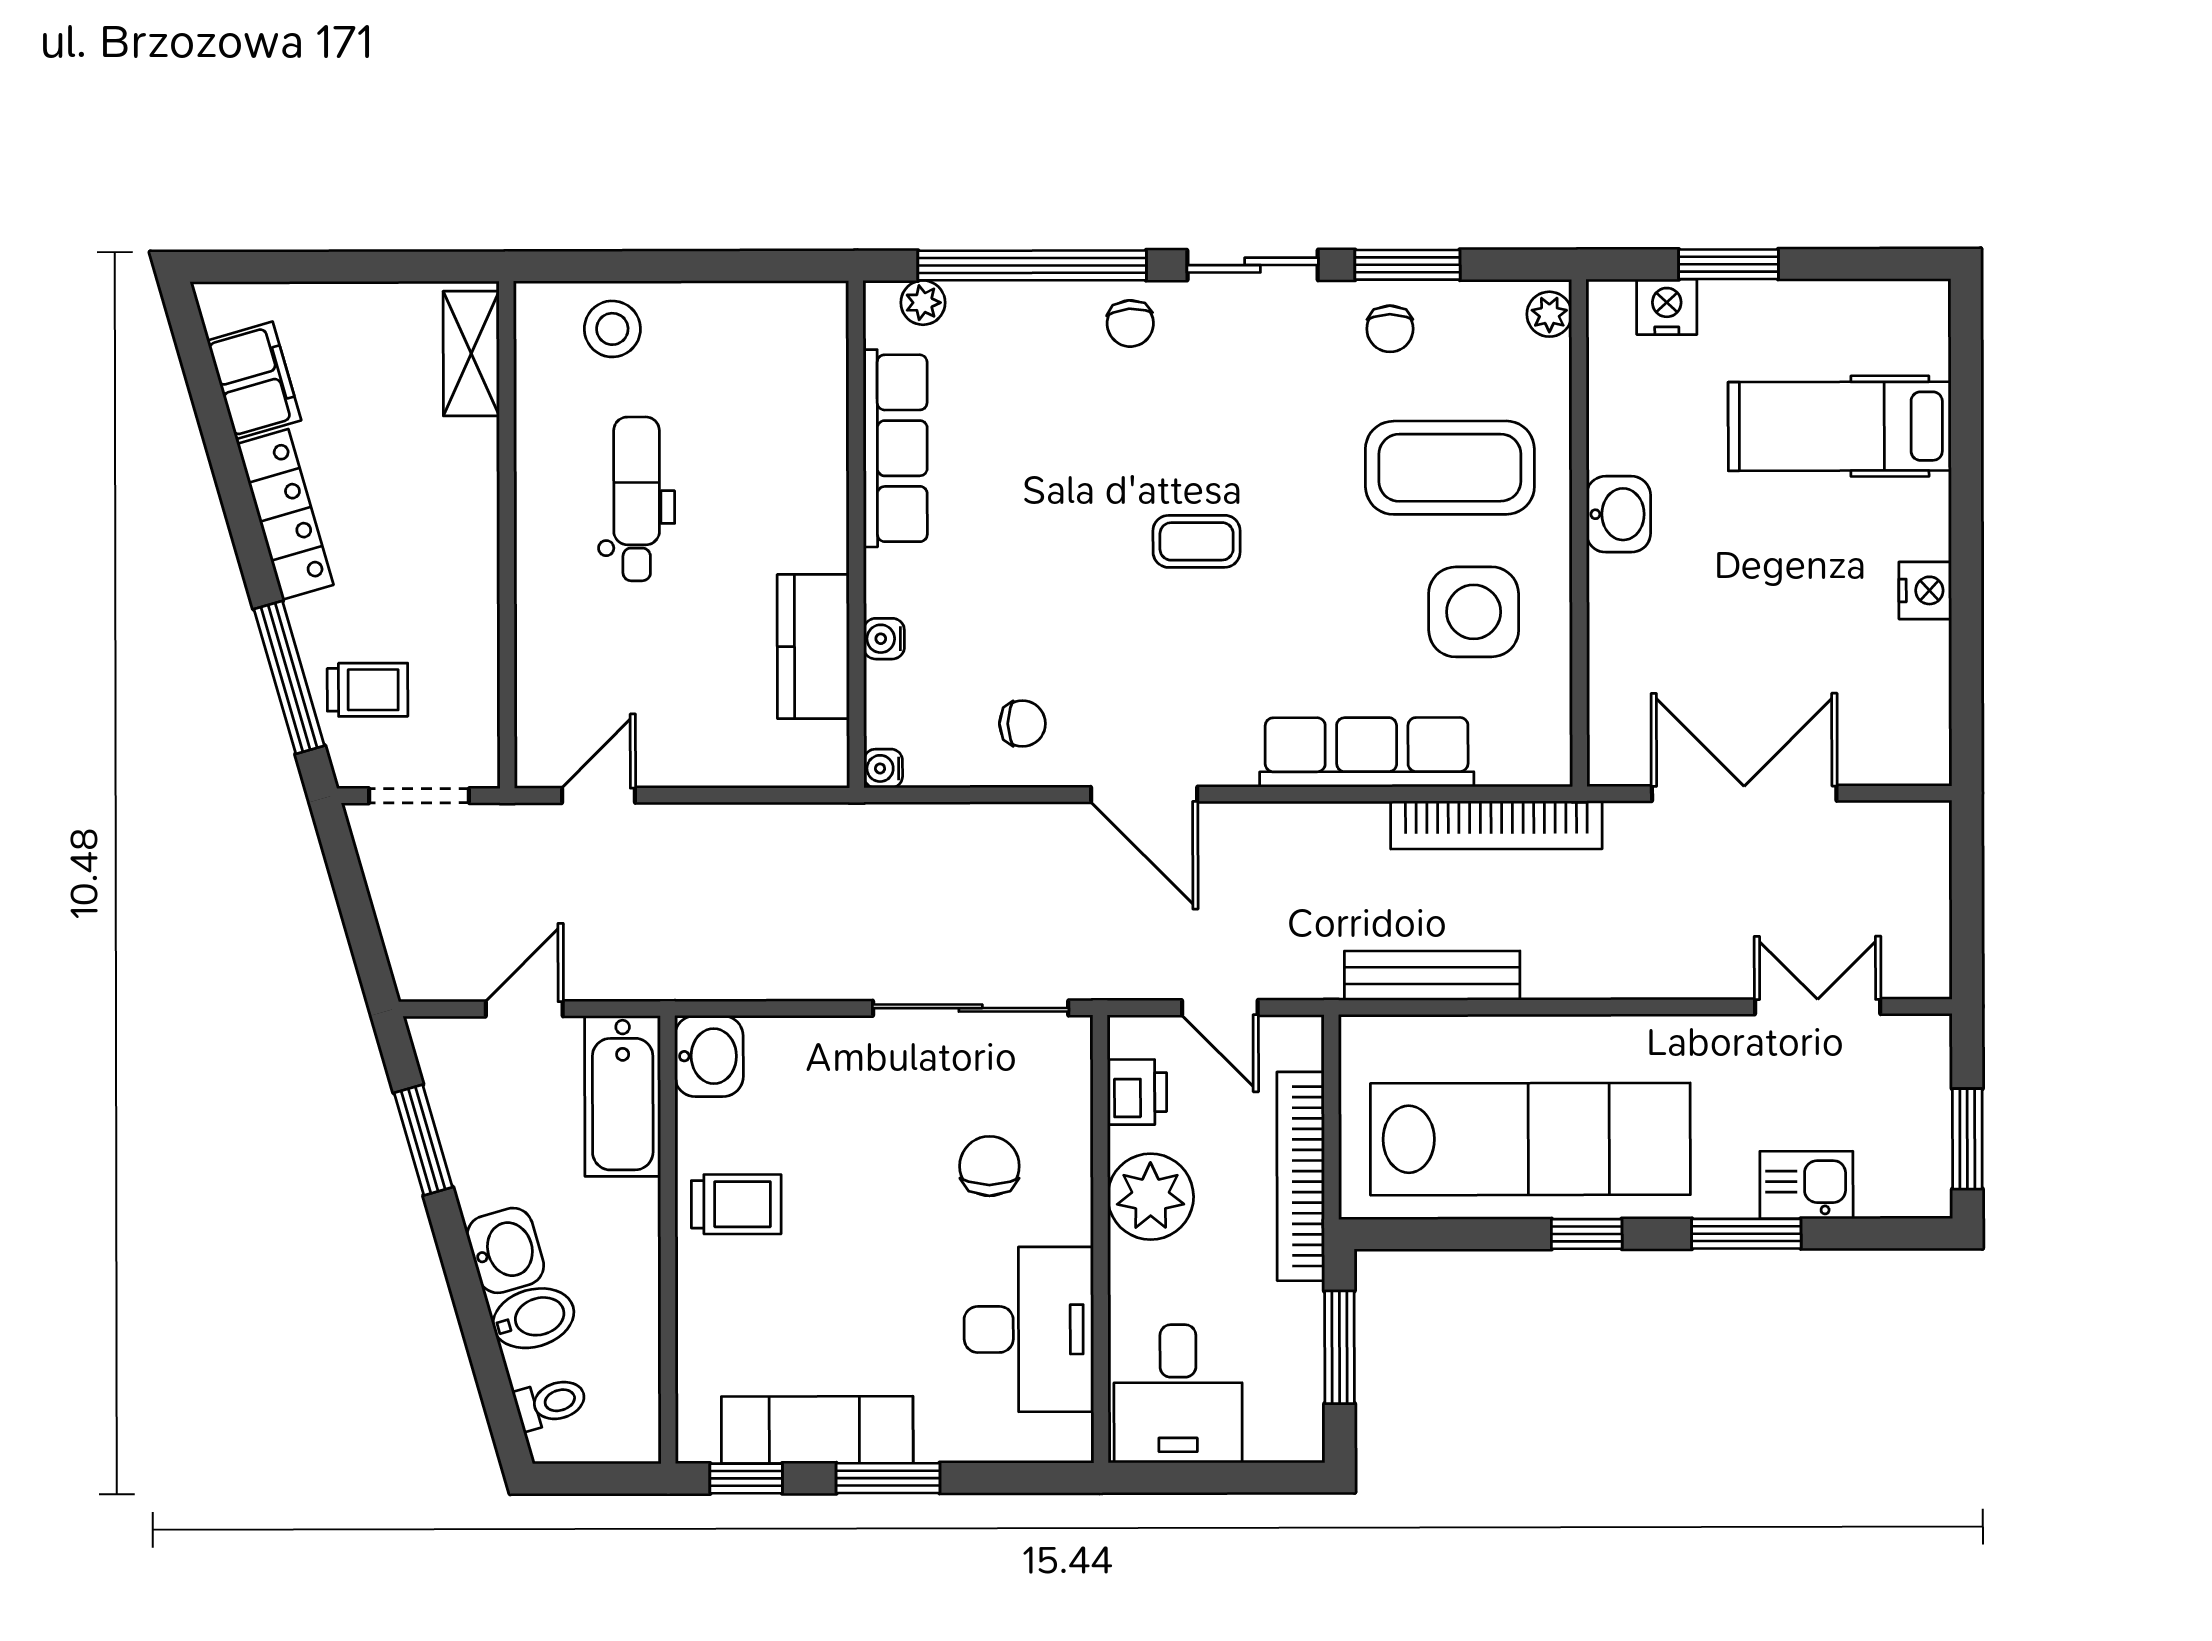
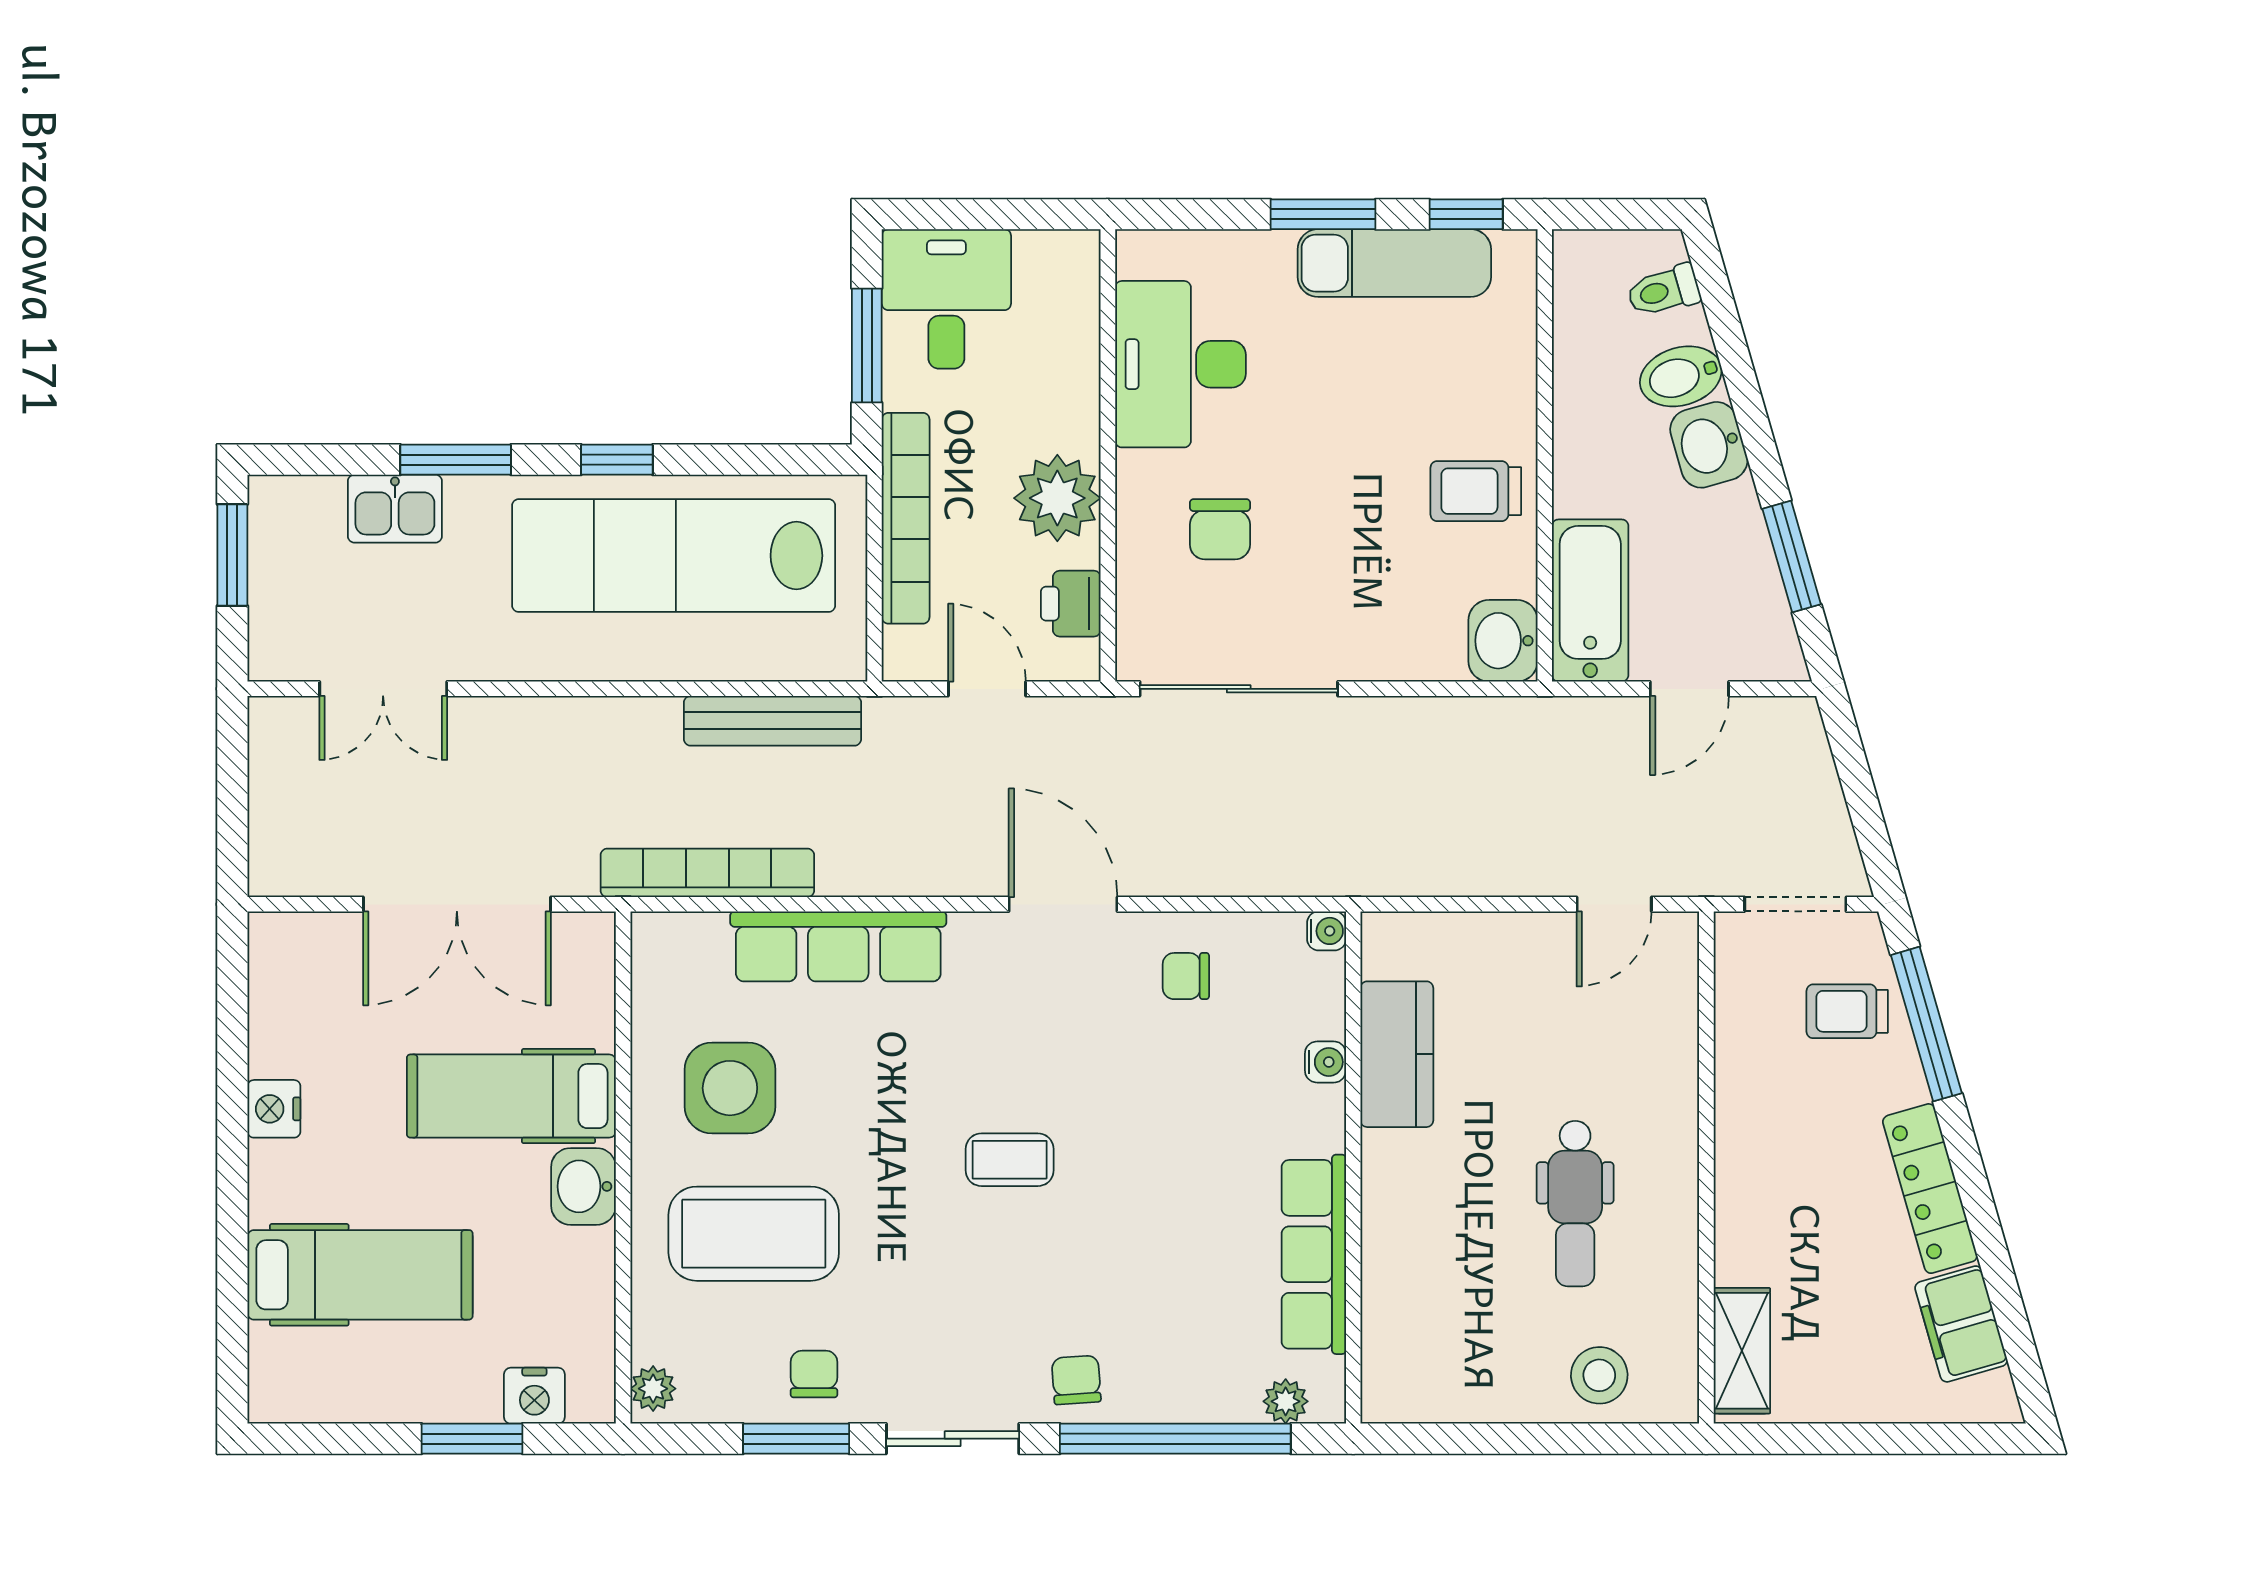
hospital bed: (1690, 604) -> (511, 1096), added
desk: (1178, 1394) -> (946, 299), moved

